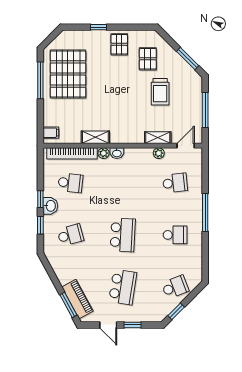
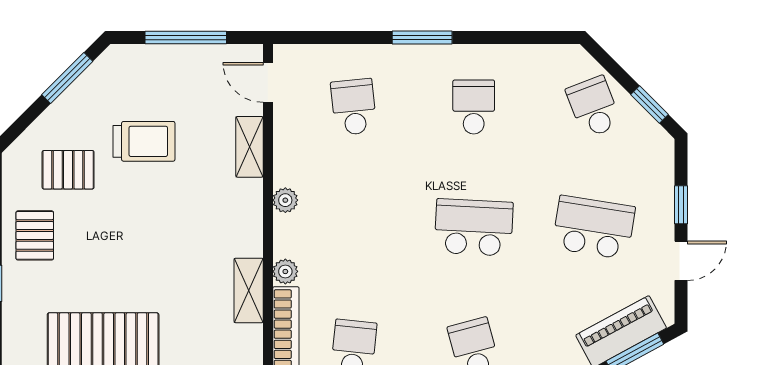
pallet: (119, 44) -> (35, 235), turned 90
washbasin: (117, 153) -> (285, 241), removed
plant: (159, 153) -> (285, 200), moved
window: (205, 213) -> (422, 38), width x0.69

